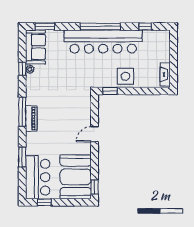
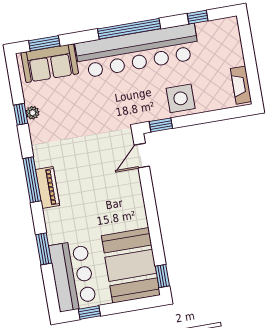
sofa: (35, 47) -> (50, 63), moved, turned 90
door: (95, 134) -> (142, 156), moved

